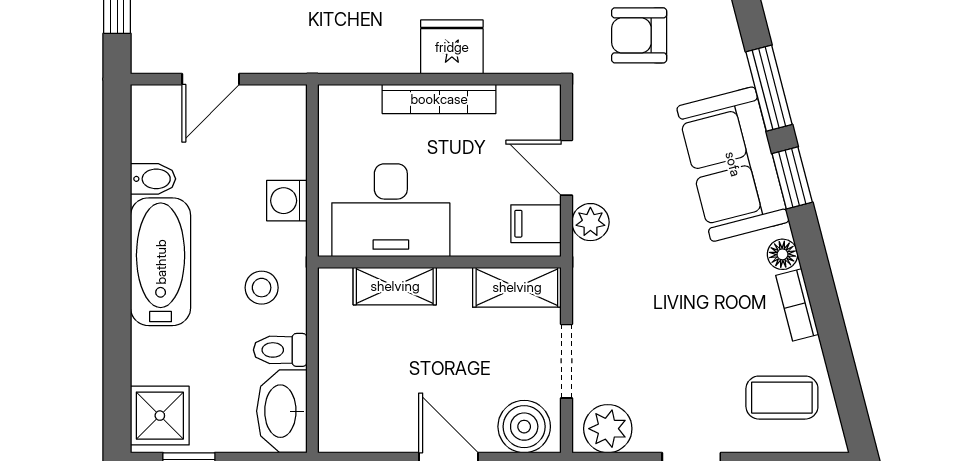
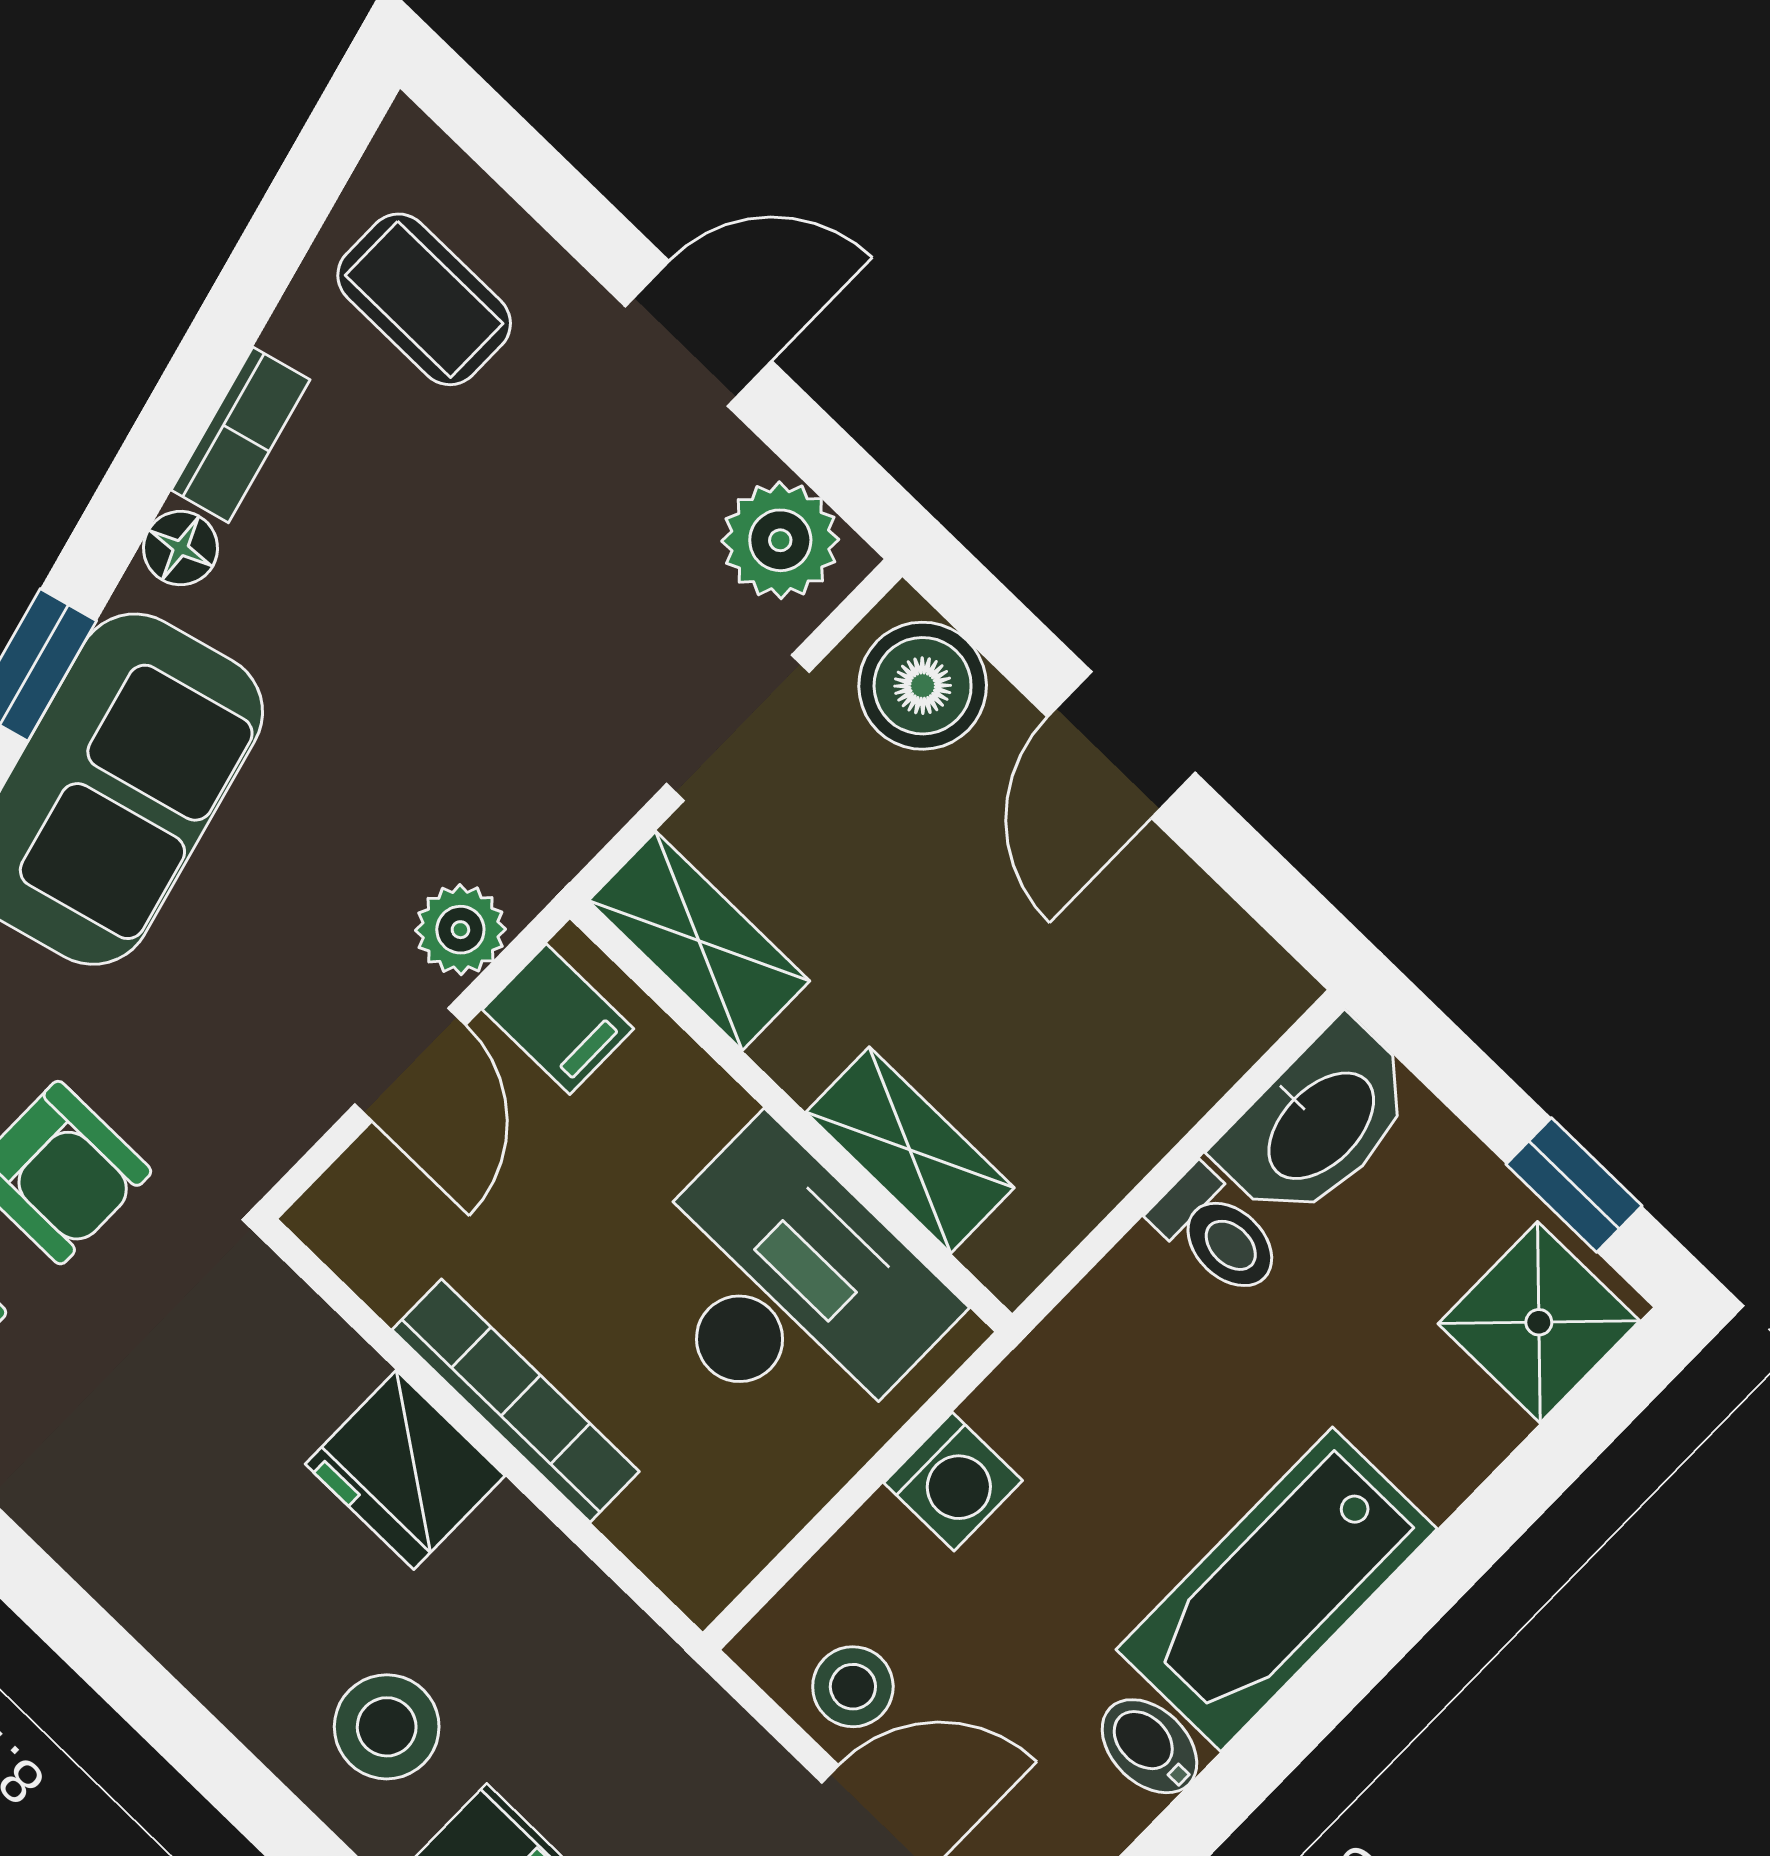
stool: (262, 288) -> (853, 1687), moved

